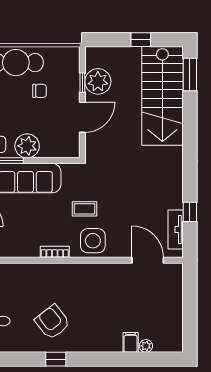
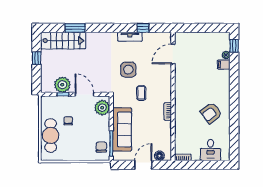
window: (190, 74) -> (75, 28), moved
stairs: (162, 96) -> (63, 41), width x0.73, depth x0.66
plant: (27, 146) -> (102, 108), moved
tv unit: (176, 230) -> (130, 37), moved
side table: (93, 241) -> (128, 70), moved
window: (56, 359) -> (234, 46), moved

